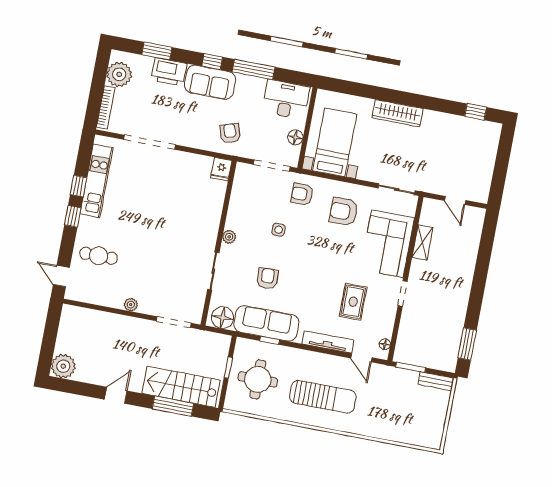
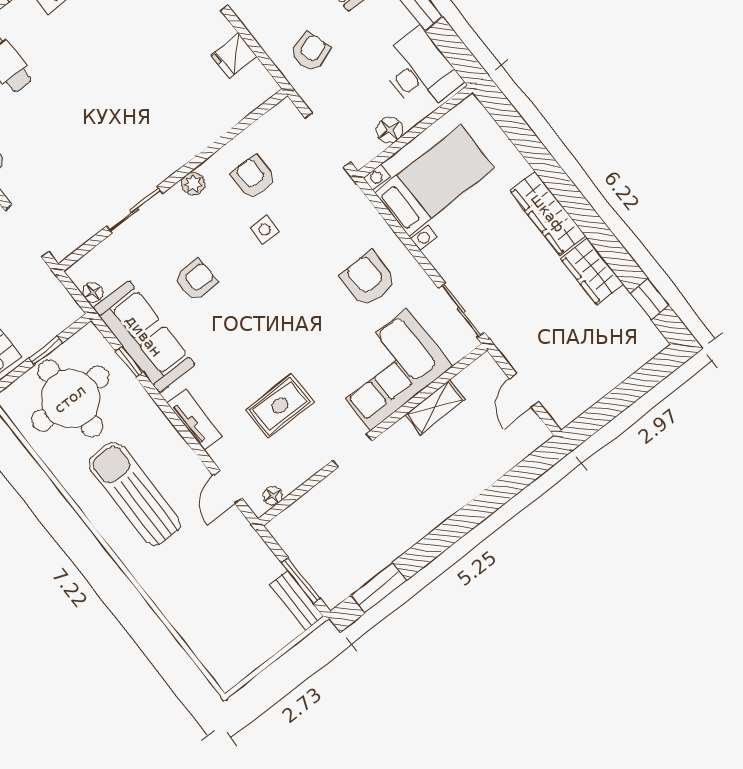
wardrobe: (440, 122) -> (592, 272), added
fridge: (221, 169) -> (234, 56), moved
armchair: (302, 194) -> (253, 177), moved
floor lamp: (223, 318) -> (93, 292), width x0.53, depth x0.53
tv unit: (328, 342) -> (194, 419), width x0.71
window: (411, 367) -> (301, 581), moved
round table: (258, 379) -> (70, 399), width x1.36, depth x1.36
sun lounger: (323, 397) -> (134, 494), turned 180

